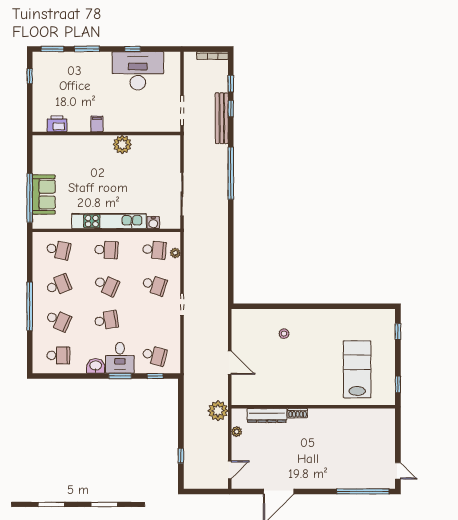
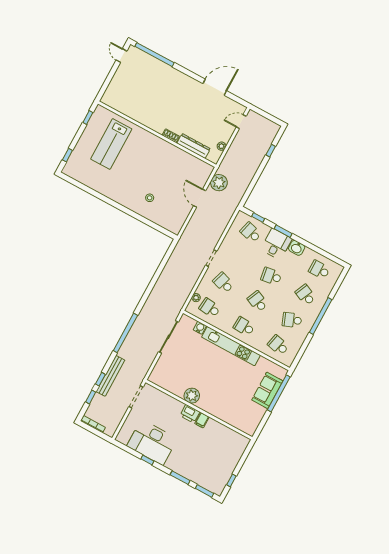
printer: (57, 124) -> (190, 414), moved
plant: (218, 411) -> (219, 183), moved

